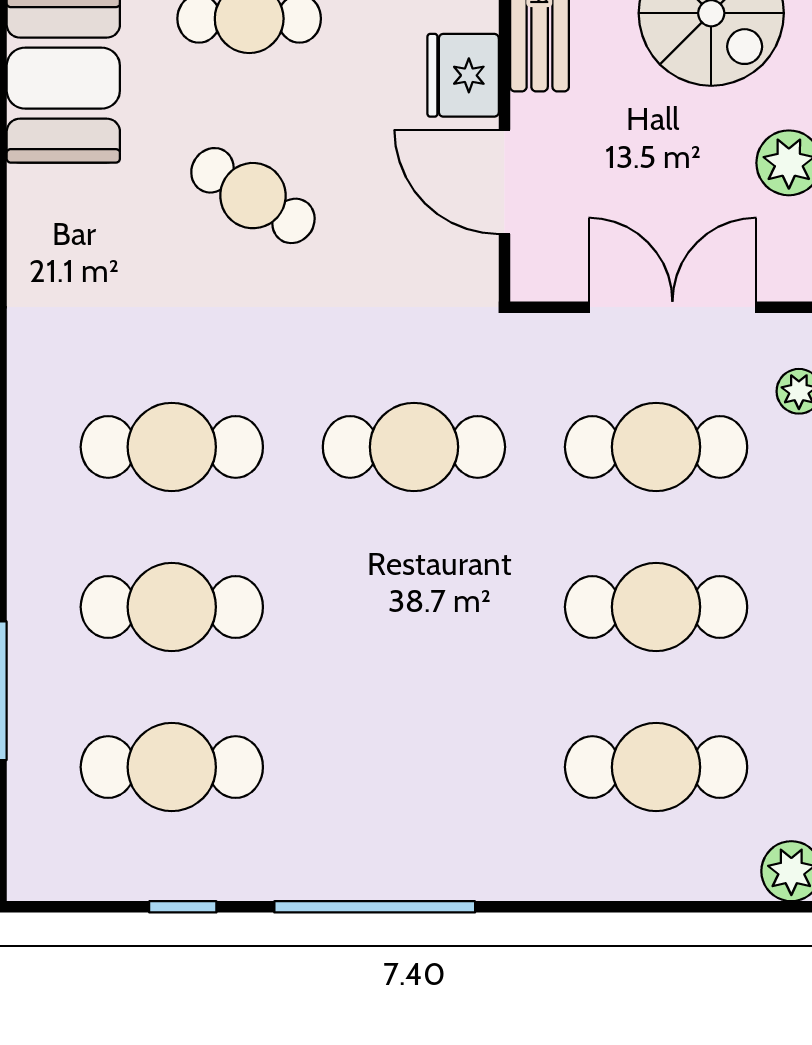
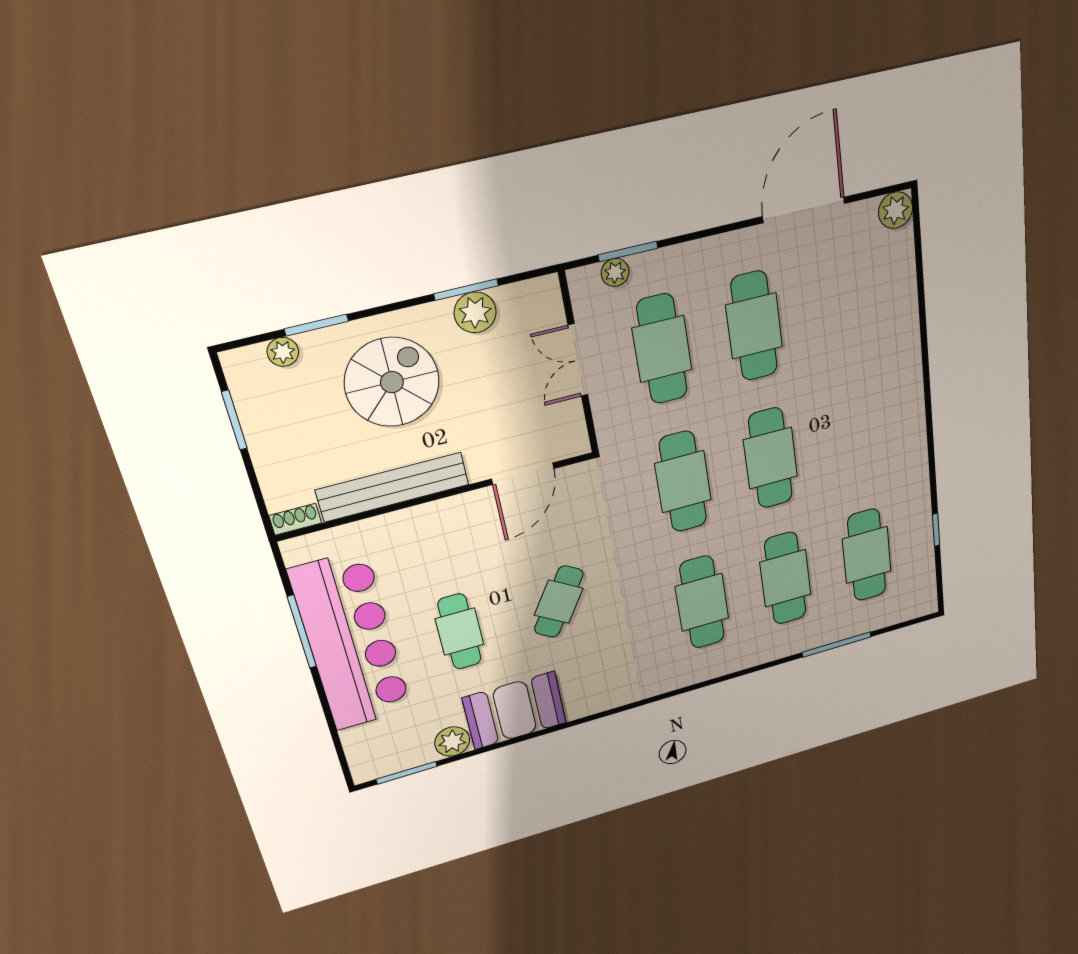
fridge: (463, 75) -> (465, 513), removed
double door: (672, 307) -> (578, 360), width x0.73
cafe table: (656, 767) -> (770, 458), moved
window: (375, 907) -> (930, 436), removed

